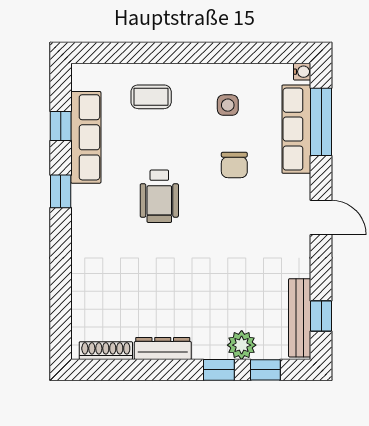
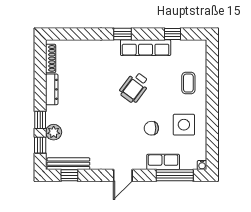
side table: (228, 105) -> (184, 125), width x1.87, depth x1.87
row of seats: (296, 129) -> (163, 162), width x0.68
row of seats: (86, 137) -> (146, 48), moved
window: (61, 191) -> (122, 34), moved
wheelchair: (159, 196) -> (134, 87), turned -53

